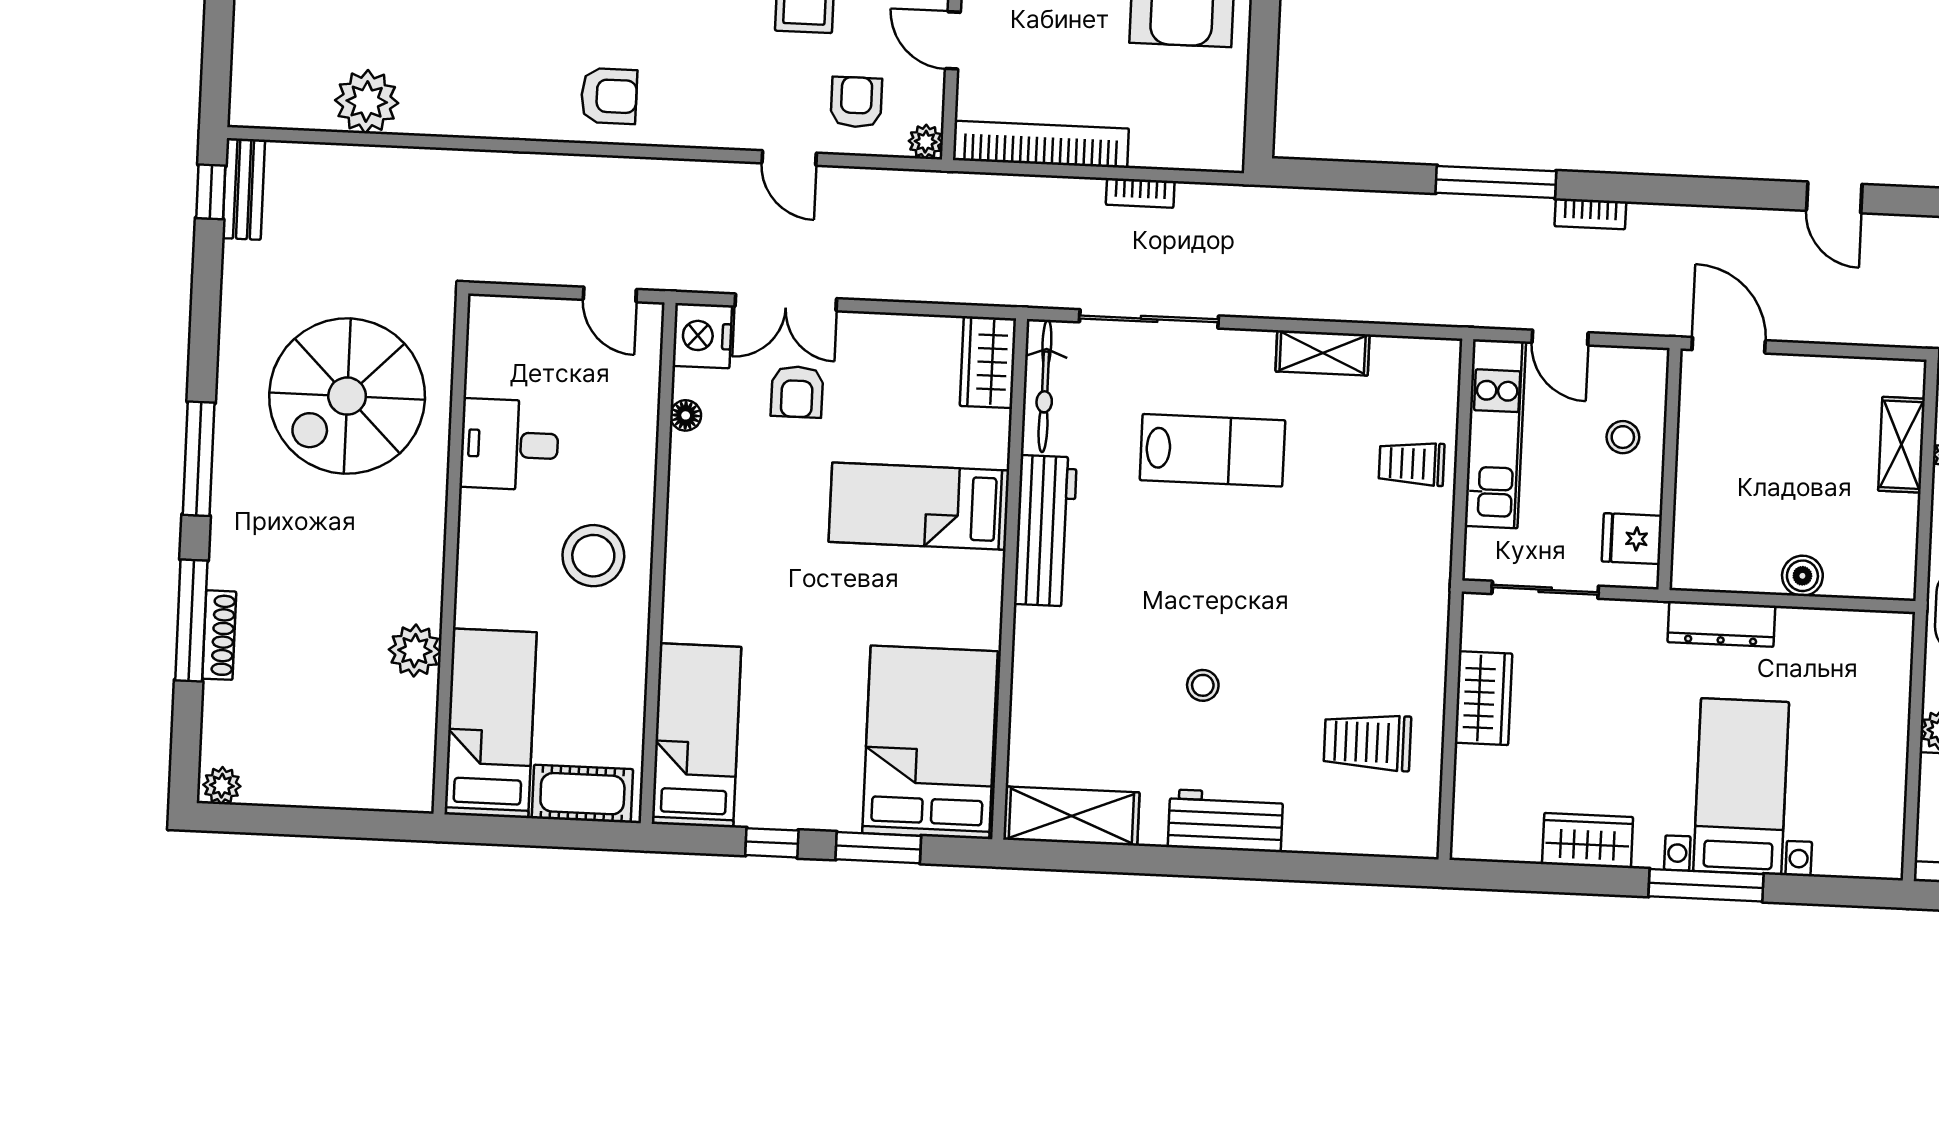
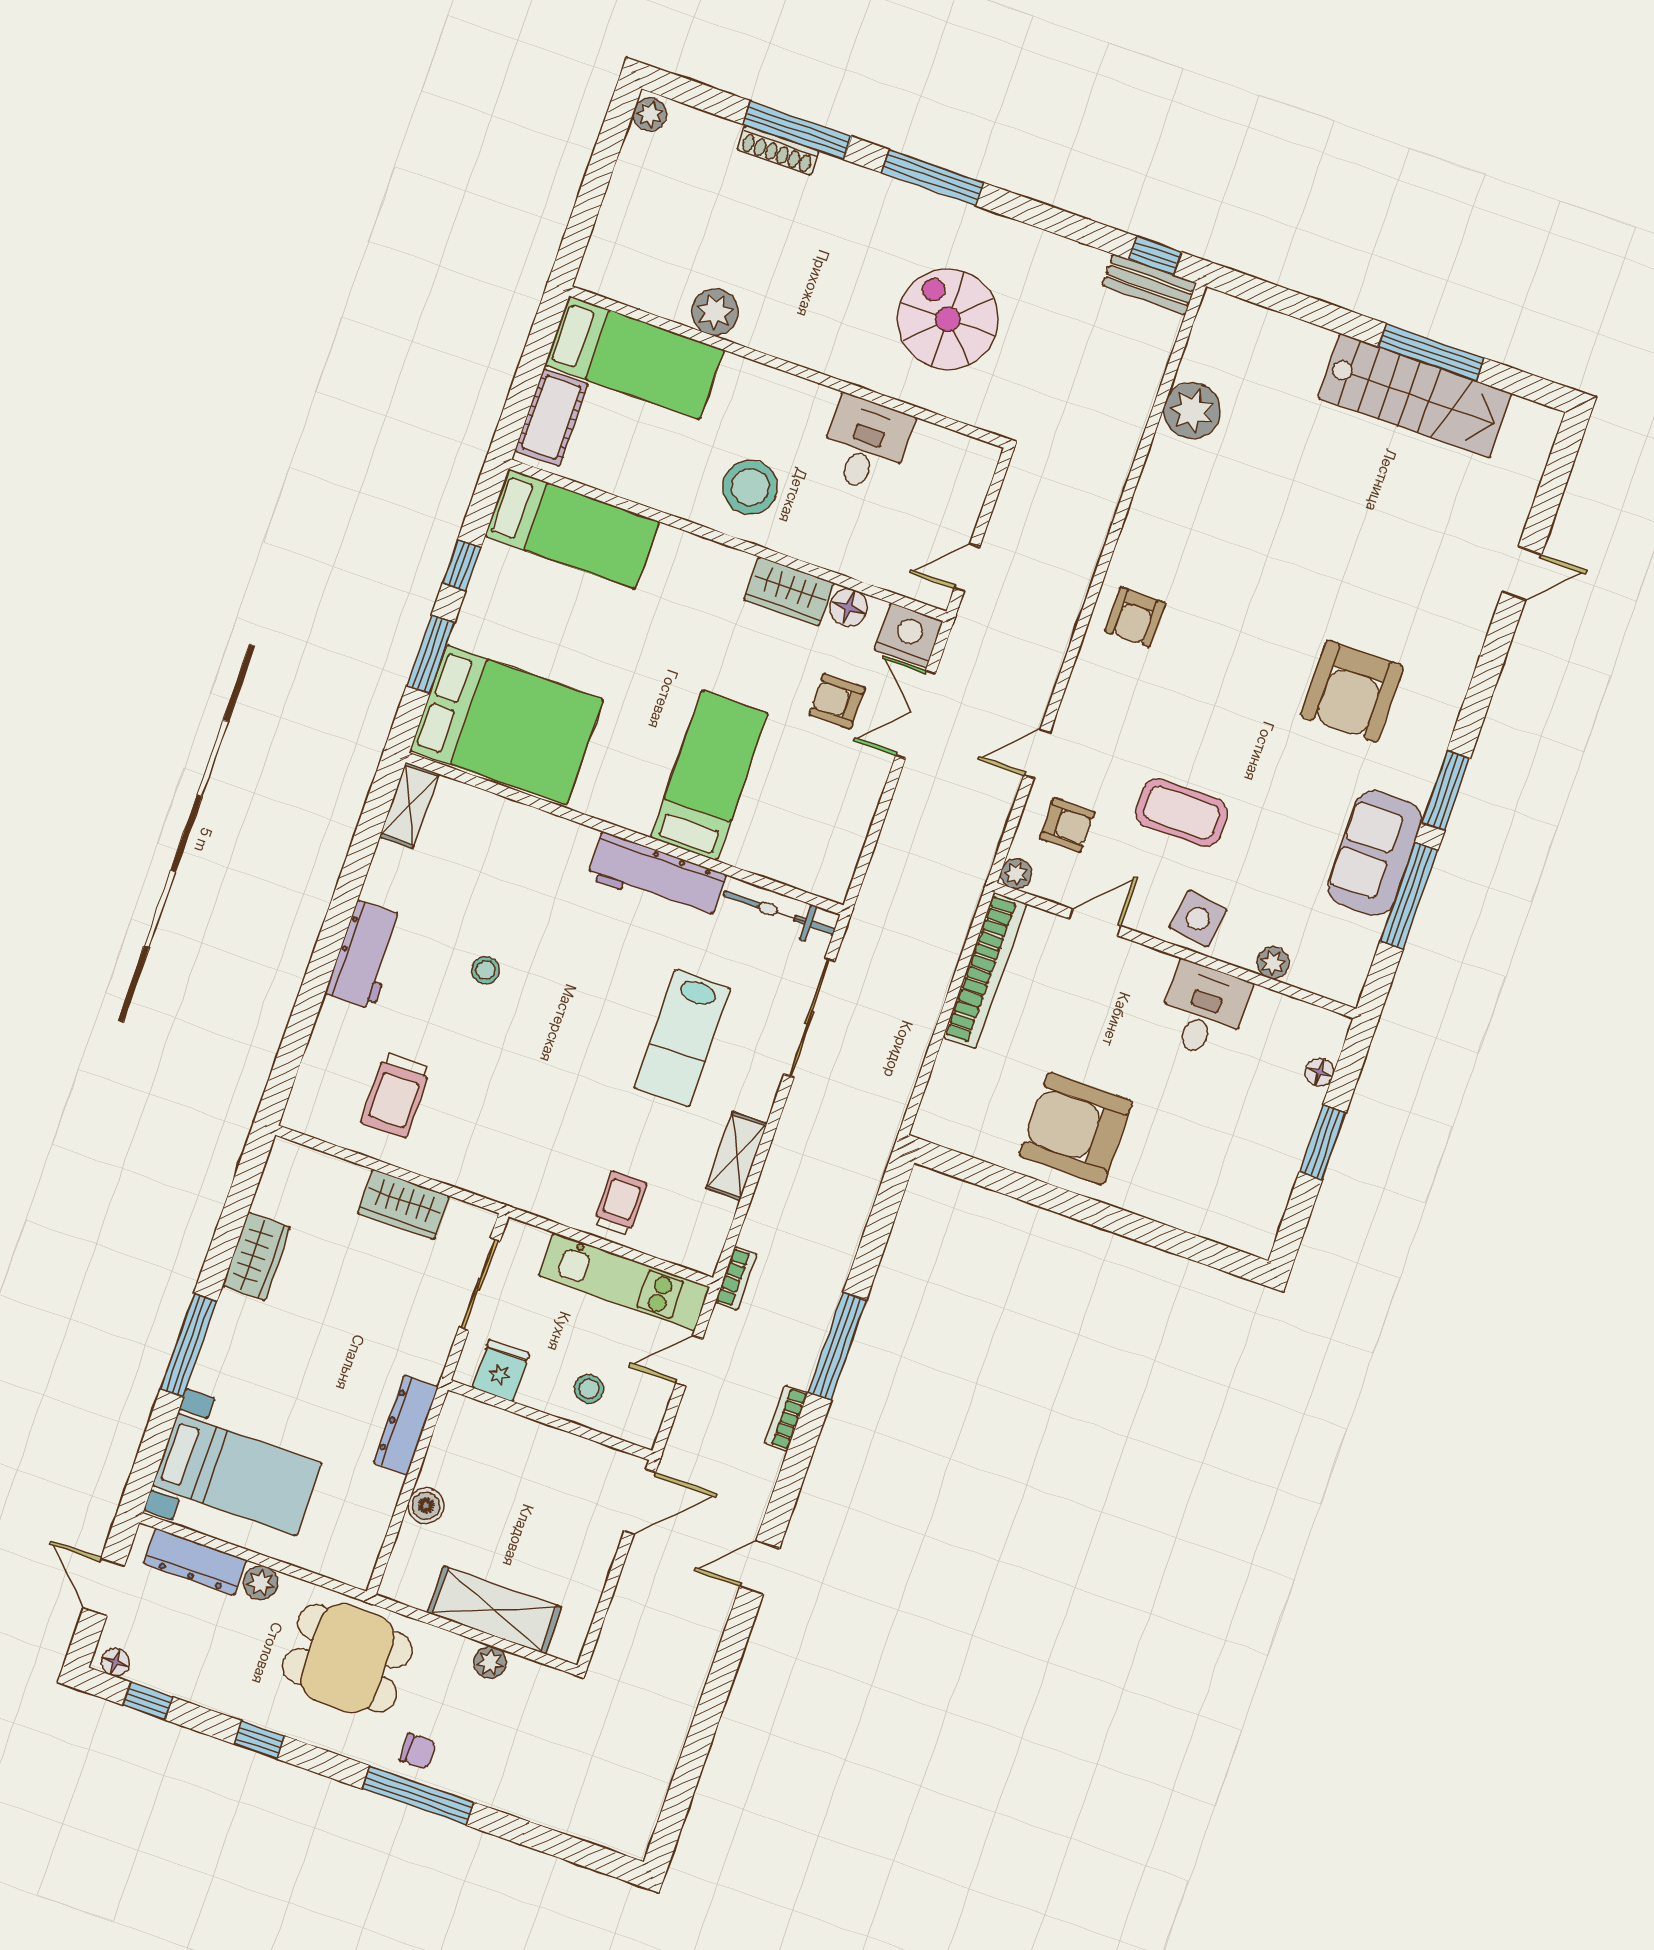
bookcase: (1140, 193) -> (736, 1278), moved, turned 180
door: (1834, 197) -> (760, 1568), moved
wardrobe: (988, 362) -> (789, 591), moved, turned 180
spiral stairs: (347, 396) -> (948, 319), width x0.73, depth x0.73
floor lamp: (686, 415) -> (848, 607), width x1.37, depth x1.37
shelving: (1901, 445) -> (494, 1610), width x1.50, depth x1.33
trolley: (1367, 742) -> (396, 1095), turned 180
bed with nightstands: (1741, 787) -> (237, 1474), moved
shelving: (1071, 816) -> (409, 805), width x0.67, depth x0.75

